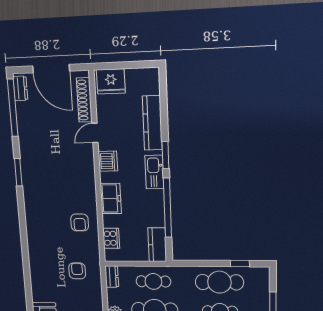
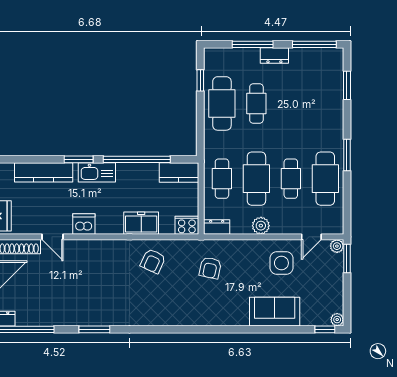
freezer: (111, 199) -> (141, 223), moved
armchair: (80, 222) -> (153, 261), turned 115
cooker: (111, 238) -> (187, 225), moved
armchair: (77, 271) -> (210, 268), turned -78

